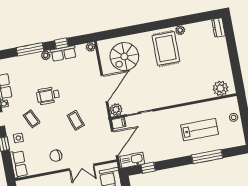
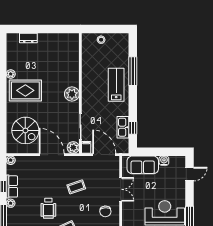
dresser: (218, 28) -> (28, 38), moved
plant: (220, 88) -> (72, 94), moved
lab bench: (200, 130) -> (116, 85), moved
kitchen sink: (132, 160) -> (123, 127), moved

